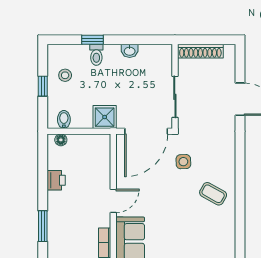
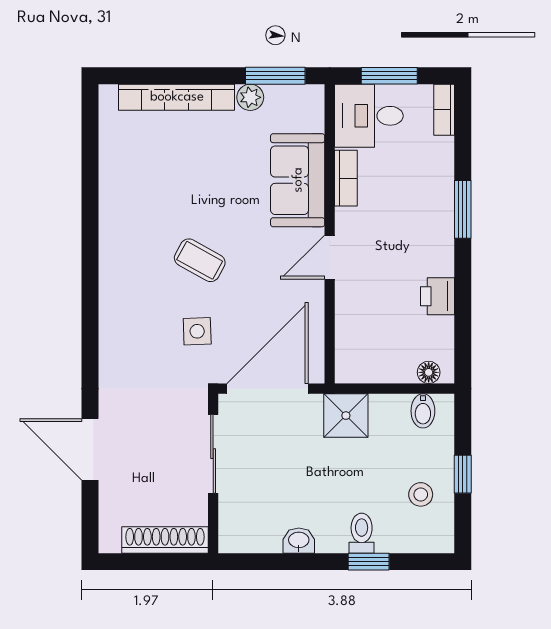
coffee table: (213, 194) -> (200, 260), moved

